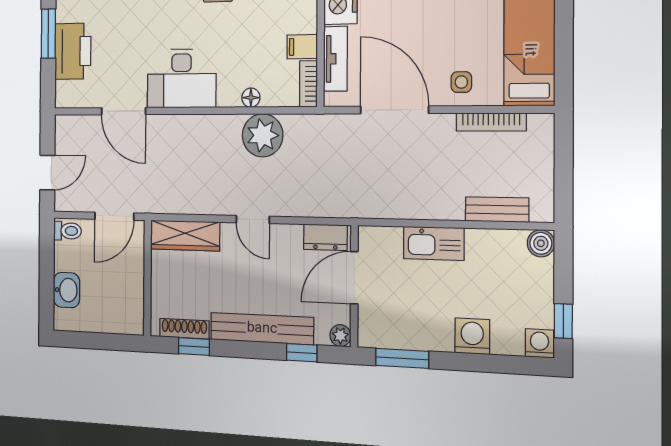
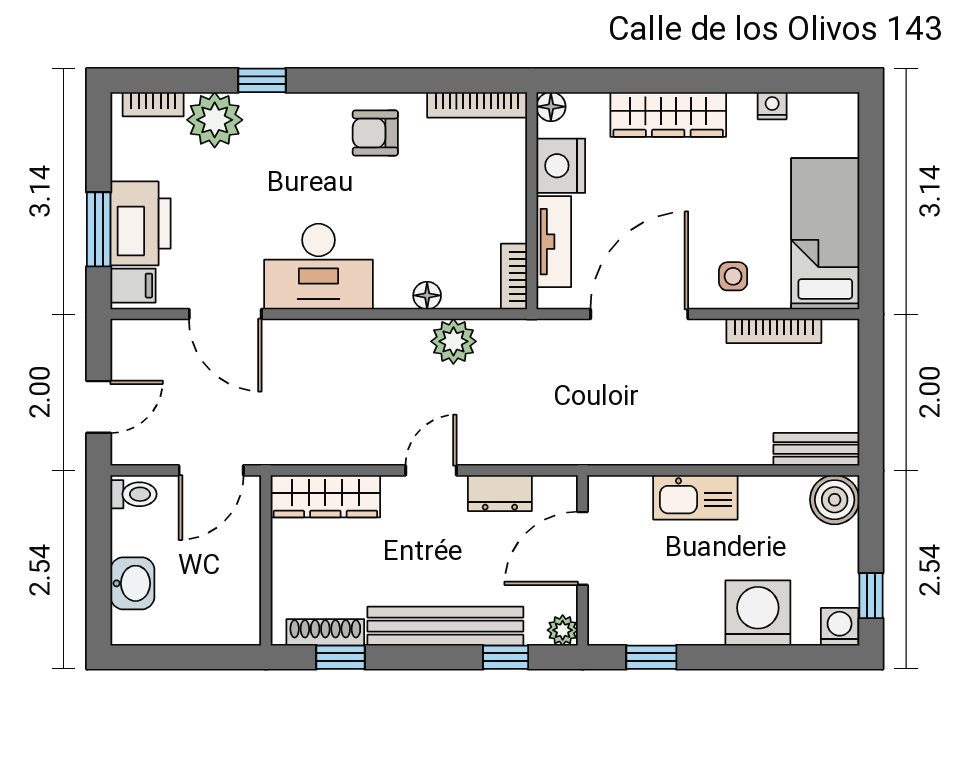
window: (48, 33) -> (99, 229), moved
filing cabinet: (302, 47) -> (133, 286), moved, turned 180
door: (394, 110) -> (639, 314), hinge flipped
plant: (263, 135) -> (453, 341), width x0.73, depth x0.73
bench: (497, 210) -> (816, 449), moved
door: (253, 219) -> (431, 470), swing flipped
dresser: (325, 237) -> (500, 493), moved
boiler: (541, 243) -> (835, 500), width x1.36, depth x1.36
washing machine: (472, 336) -> (758, 613), width x1.37, depth x1.37
window: (402, 358) -> (651, 657), width x0.67

